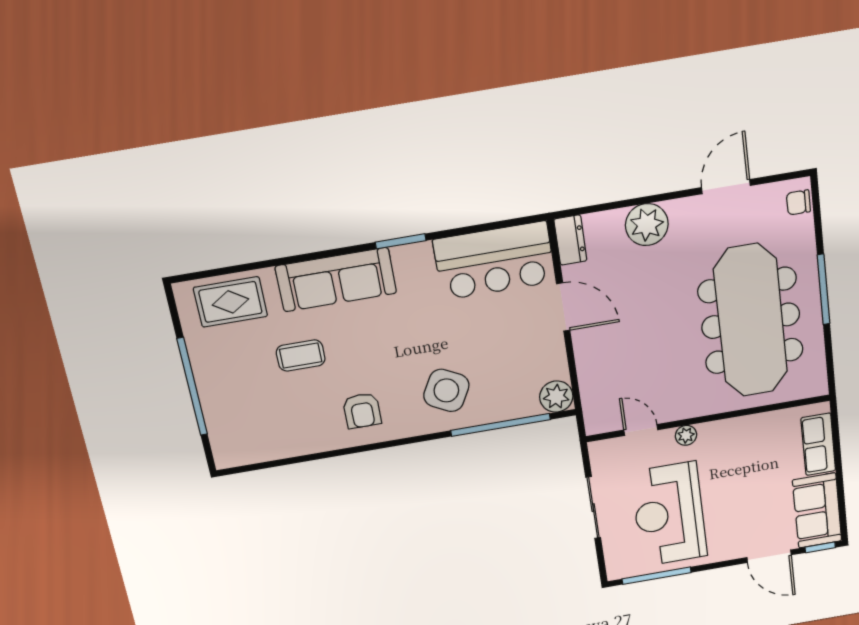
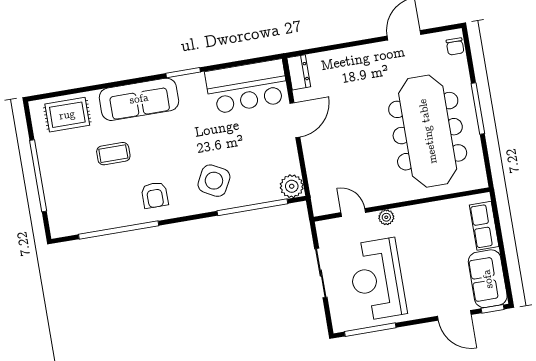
chair: (798, 202) -> (455, 46), turned -90
plant: (647, 225) -> (351, 62), removed
door: (563, 307) -> (295, 120), hinge flipped
window: (312, 457) -> (119, 230), added

